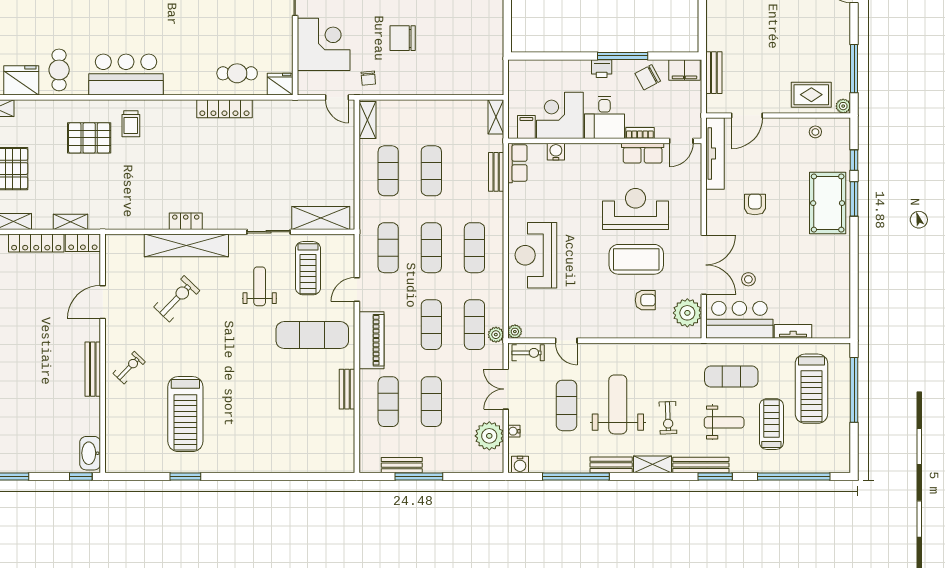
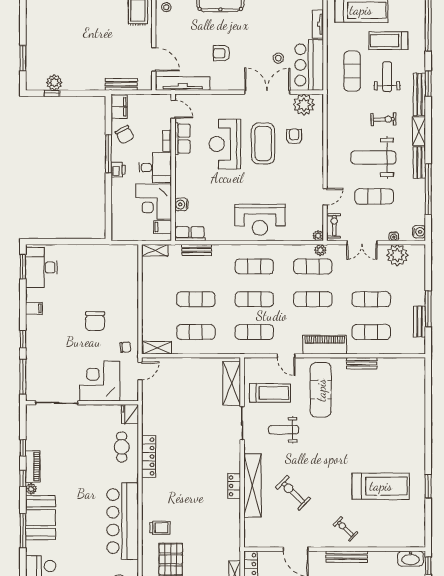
bar counter: (126, 75) -> (123, 521), width x1.36

